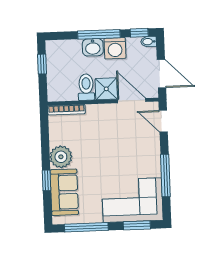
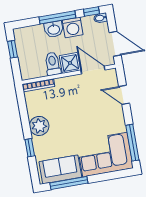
door: (163, 121) -> (124, 95), moved
window: (165, 176) -> (132, 143), moved
sofa: (64, 192) -> (60, 169), moved, turned -90
window: (137, 225) -> (112, 175), removed

